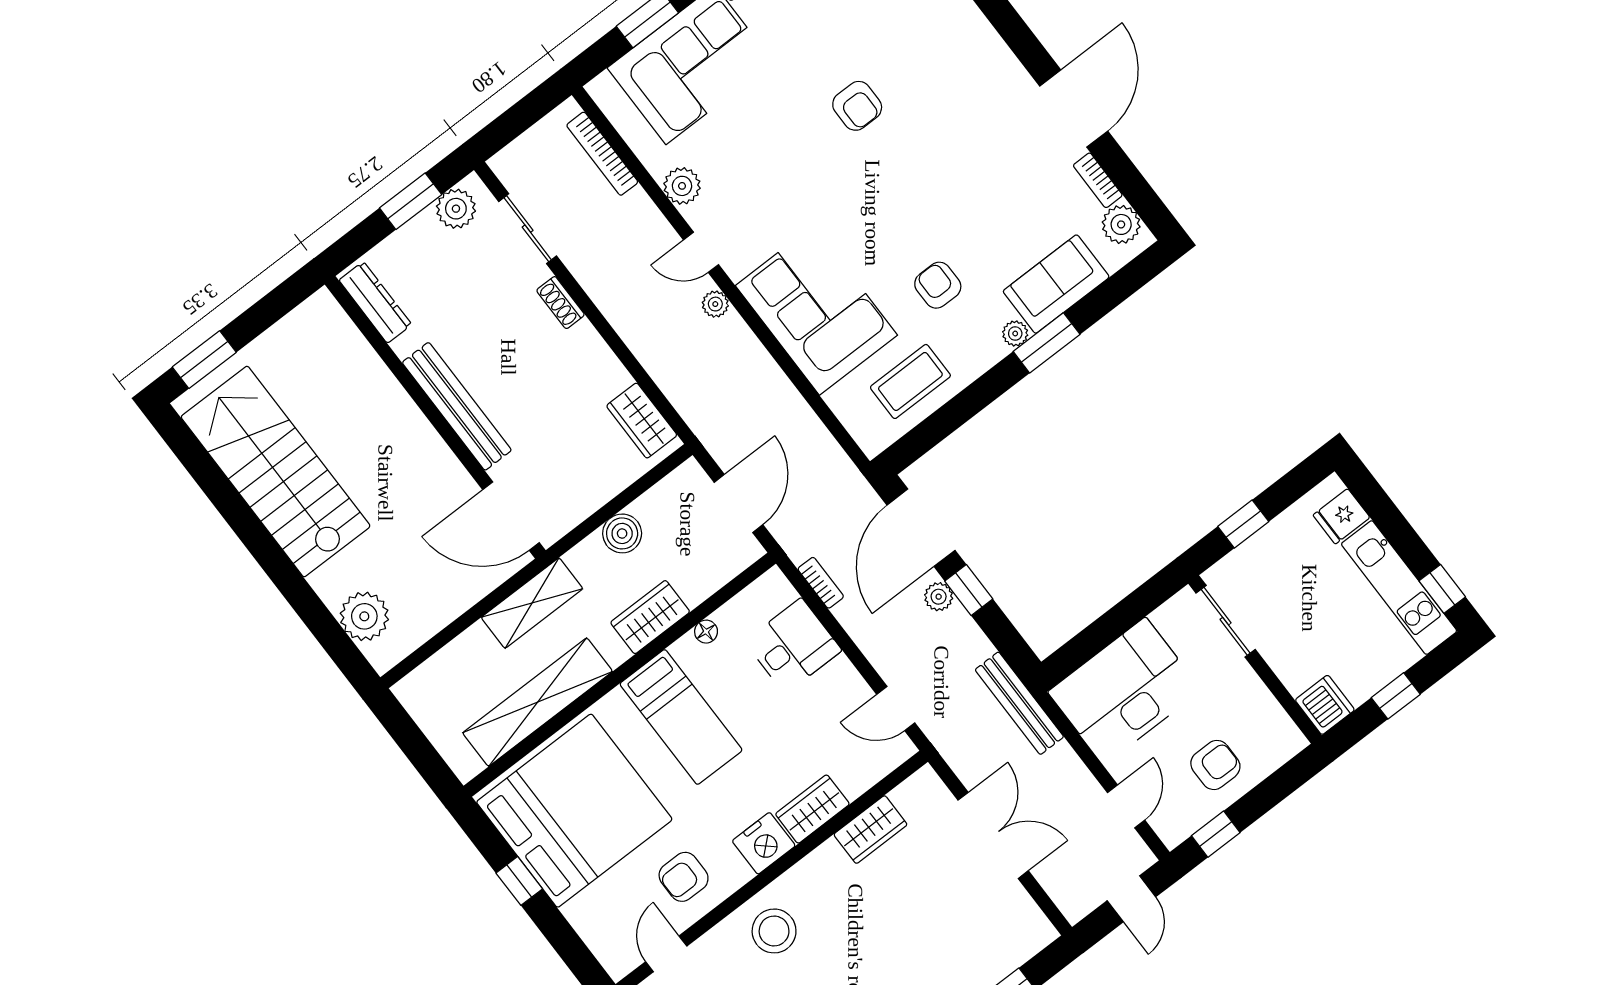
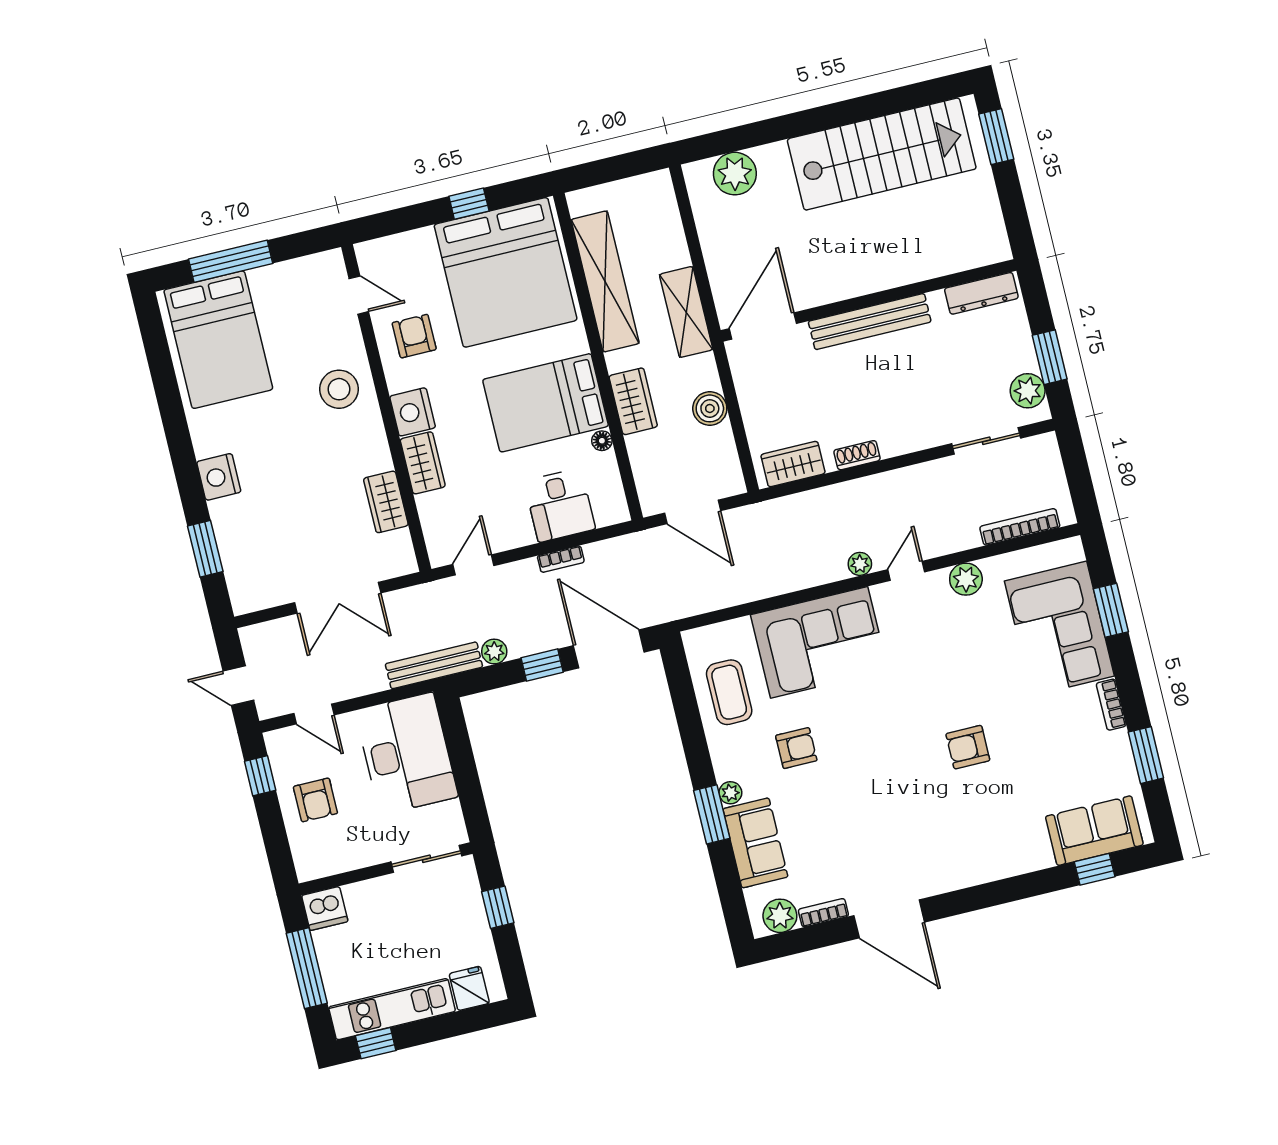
shoe rack: (560, 303) -> (857, 455), moved
bookcase: (821, 583) -> (561, 559), moved
plant: (939, 597) -> (494, 651), moved
window: (1396, 696) -> (307, 968), width x2.17
bed: (681, 717) -> (546, 403), width x1.50

